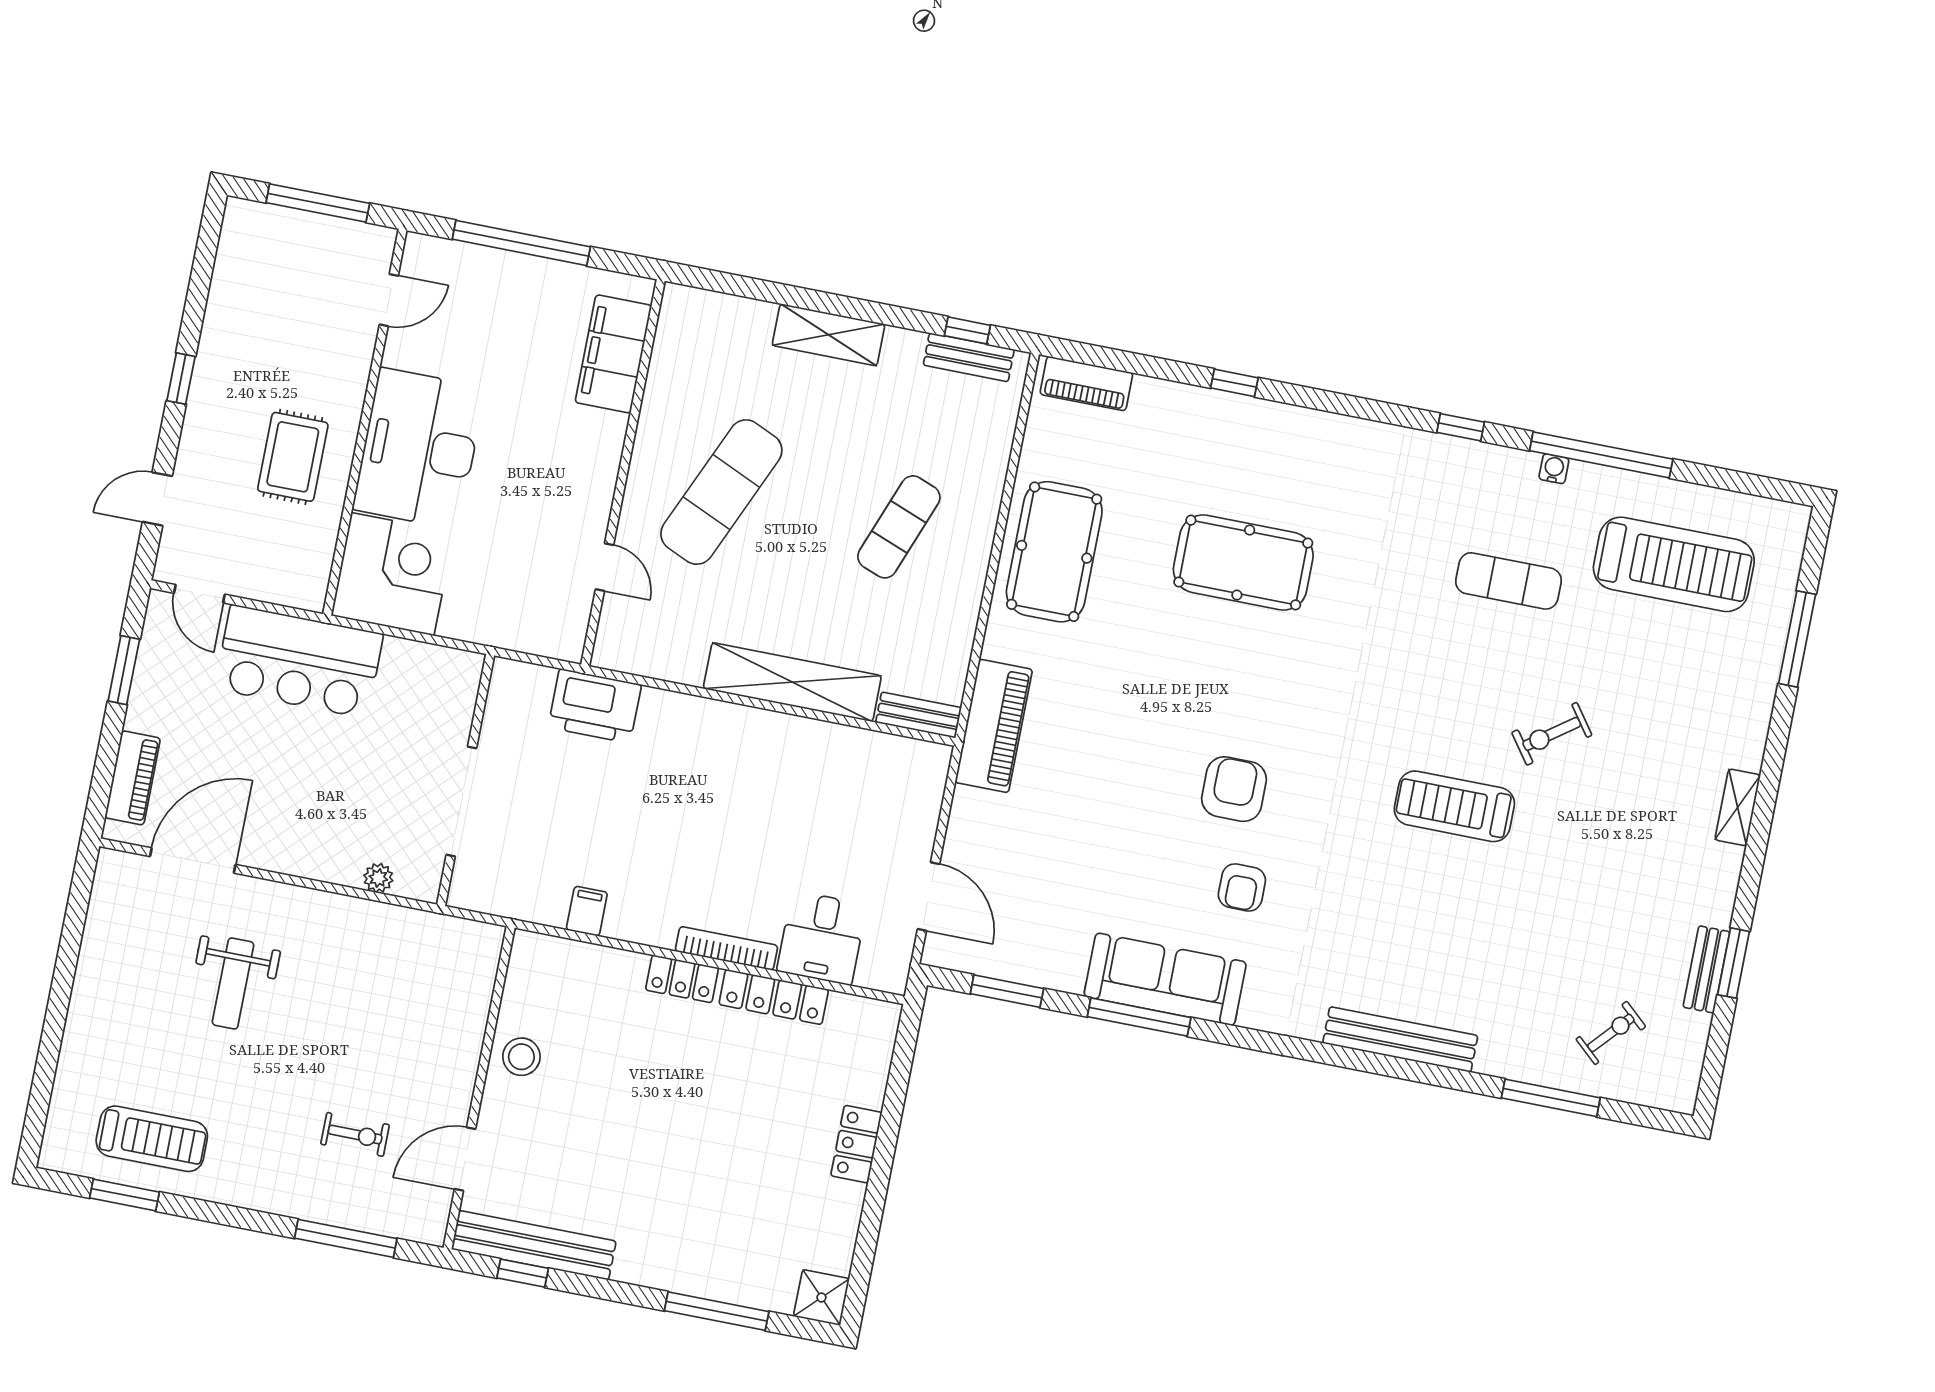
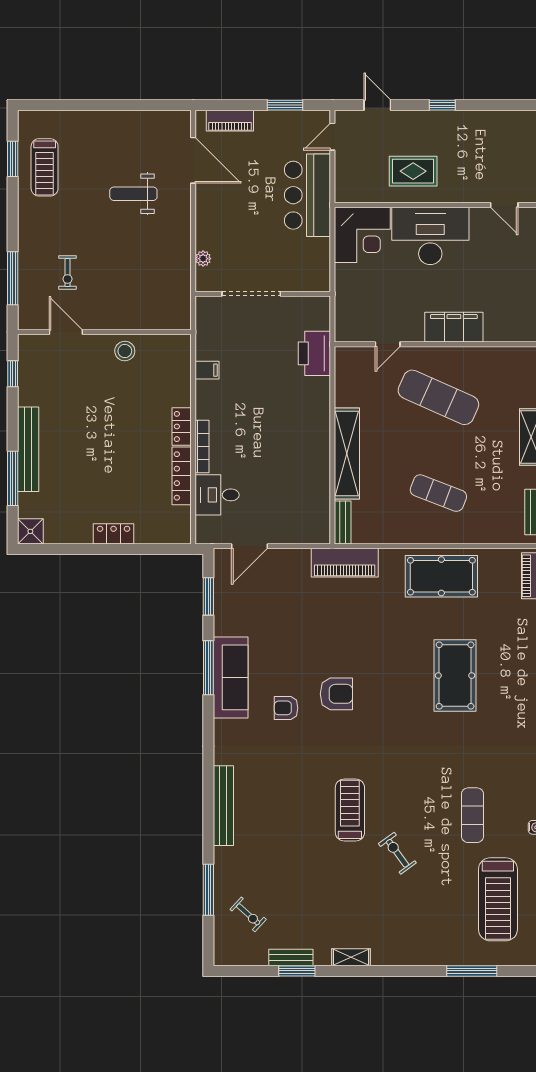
filing cabinet: (613, 354) -> (454, 327), moved
shelving: (1738, 807) -> (351, 957), moved
bench: (534, 1245) -> (28, 449), moved

